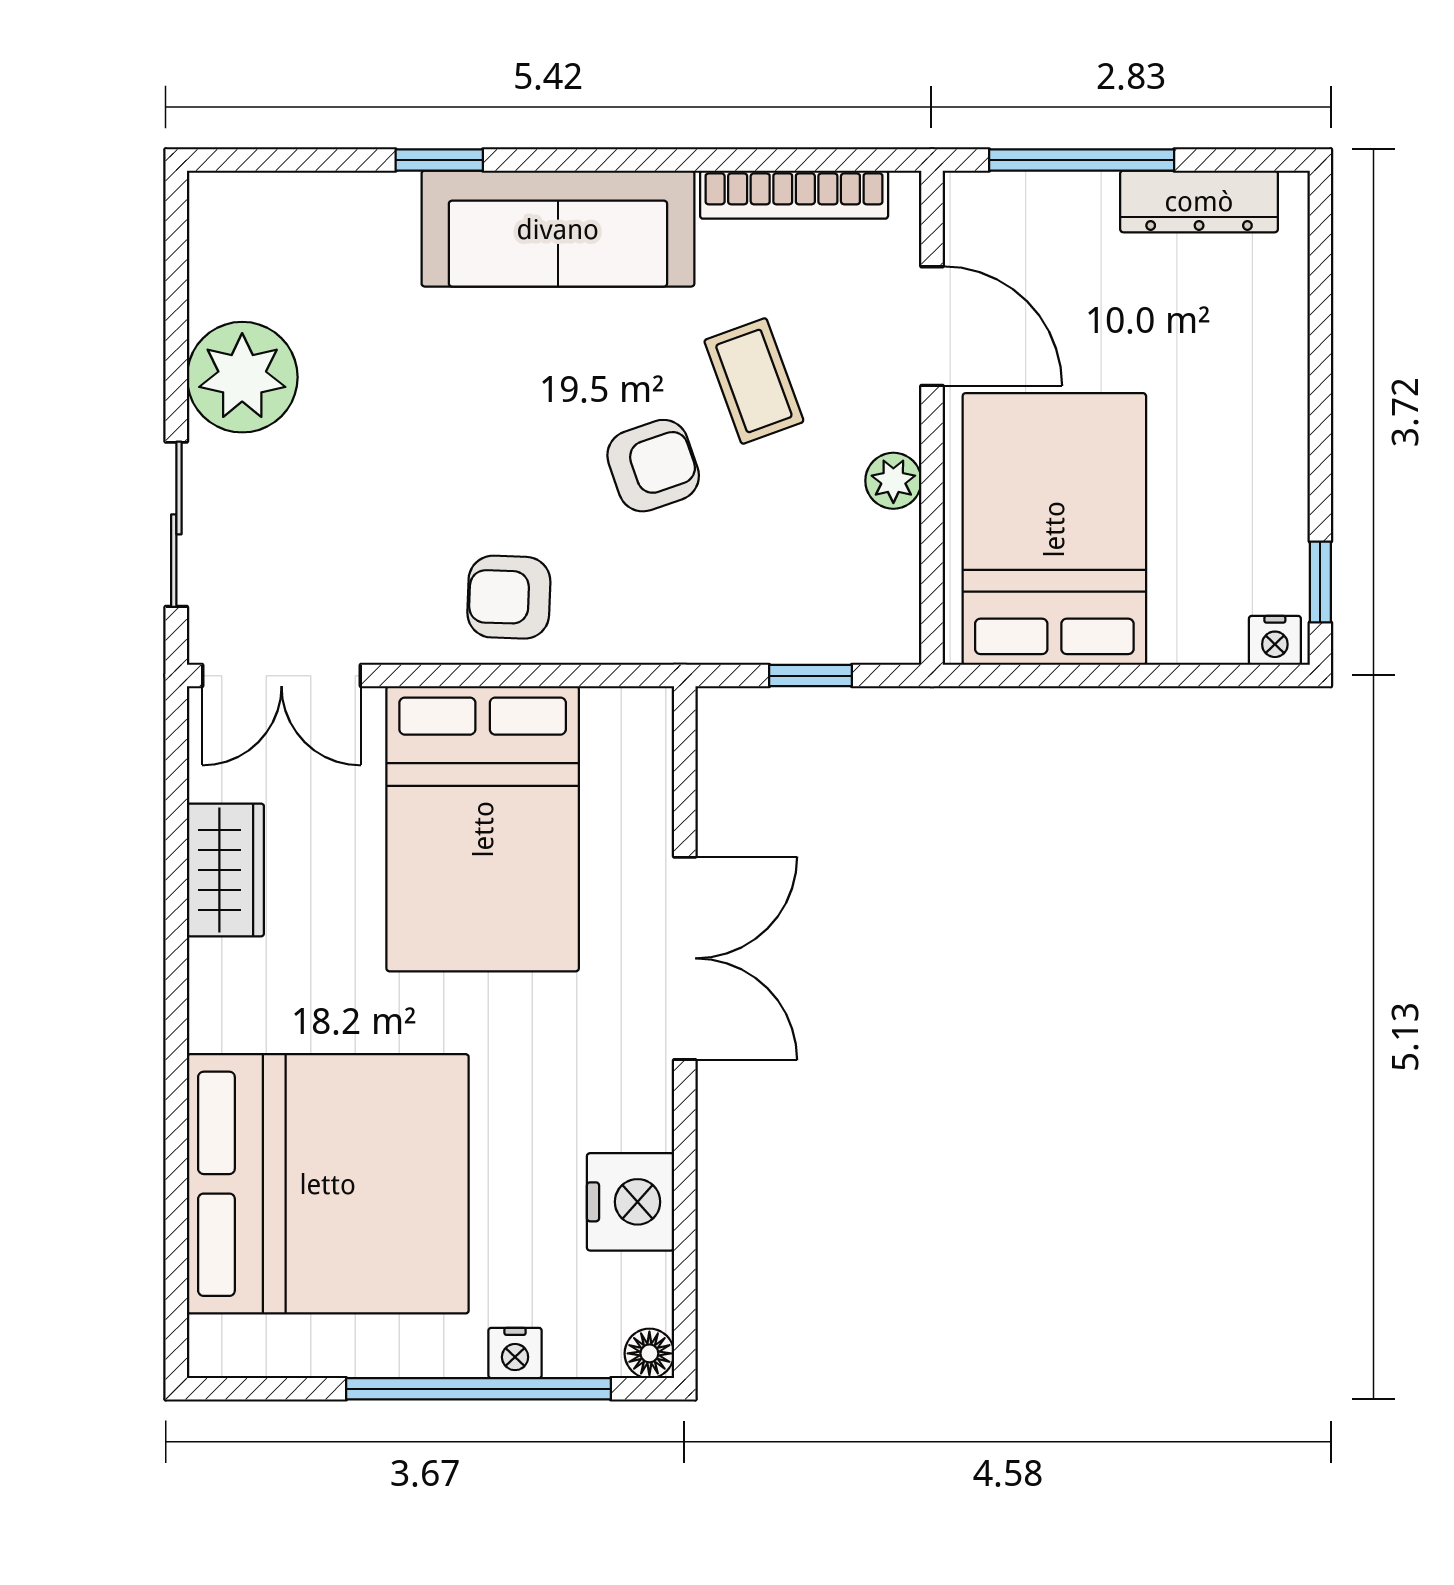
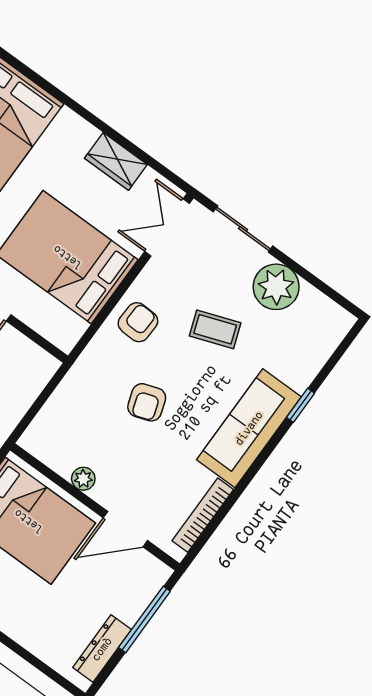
coffee table: (754, 381) -> (215, 329), moved
window: (811, 676) -> (38, 404), removed

